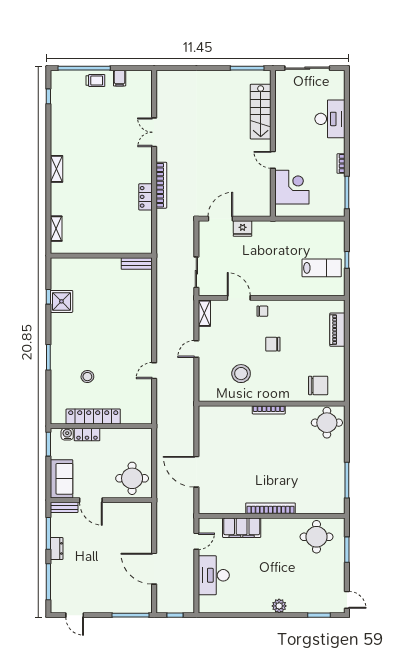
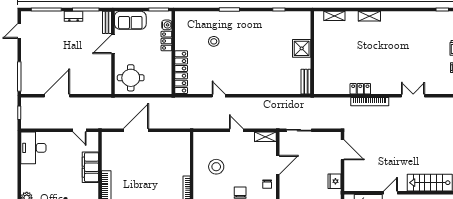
shelving: (56, 169) -> (369, 16), moved
fridge: (243, 229) -> (334, 181), moved
shower: (61, 301) -> (302, 48), moved
locker: (93, 416) -> (181, 72), moved
desk: (214, 575) -> (33, 148), moved, turned -90

